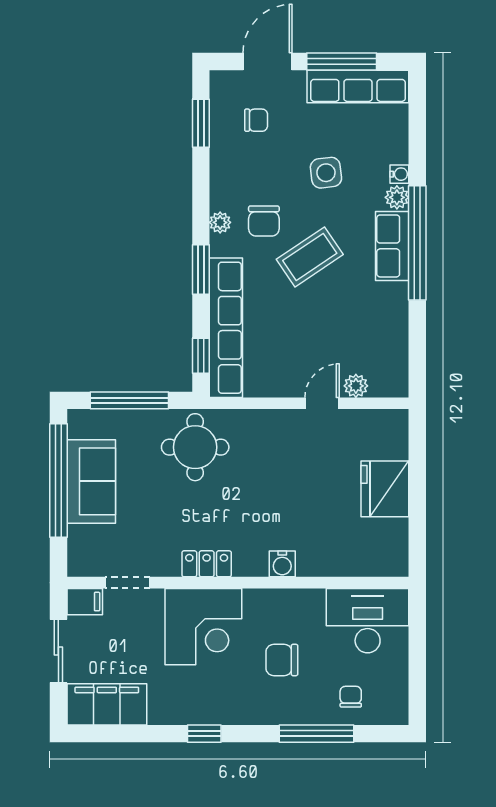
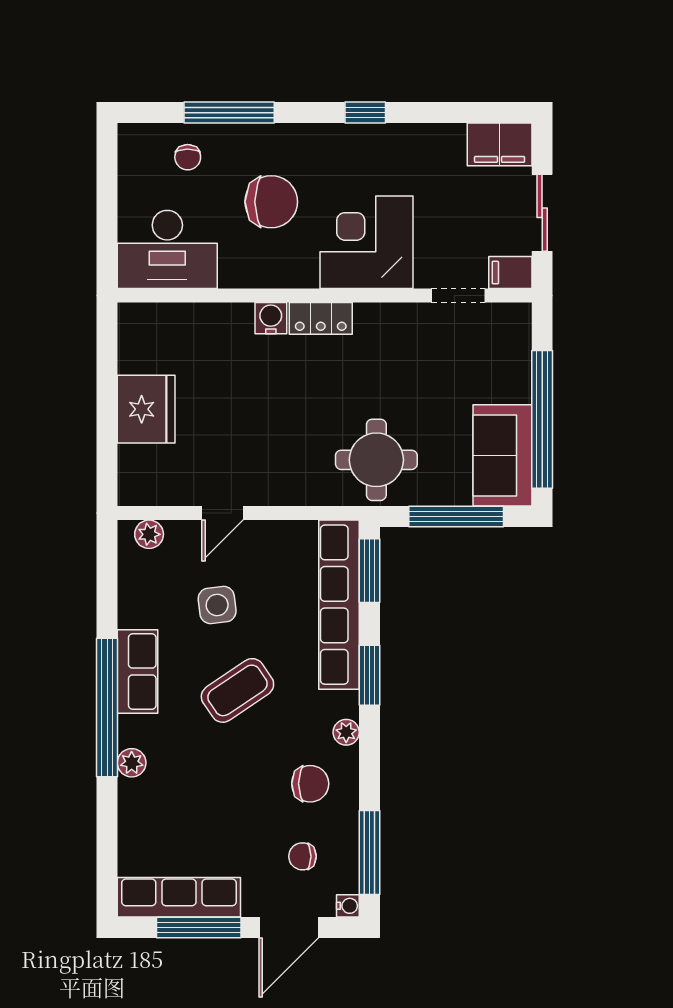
window: (201, 123) -> (369, 853), width x1.44
side table: (326, 173) -> (217, 605), moved
water cooler: (399, 174) -> (348, 906), moved, turned 180
chair: (264, 221) -> (310, 784), moved, turned 90
row of seats: (392, 246) -> (137, 672), moved
window: (201, 356) -> (369, 571), width x1.50
plant: (356, 386) -> (149, 534), moved
sofa: (91, 481) -> (502, 455), moved
locker: (207, 564) -> (321, 318), moved
chair: (282, 660) -> (271, 202), width x1.37, depth x1.37
filing cabinet: (107, 704) -> (500, 144), width x0.67, depth x0.86

